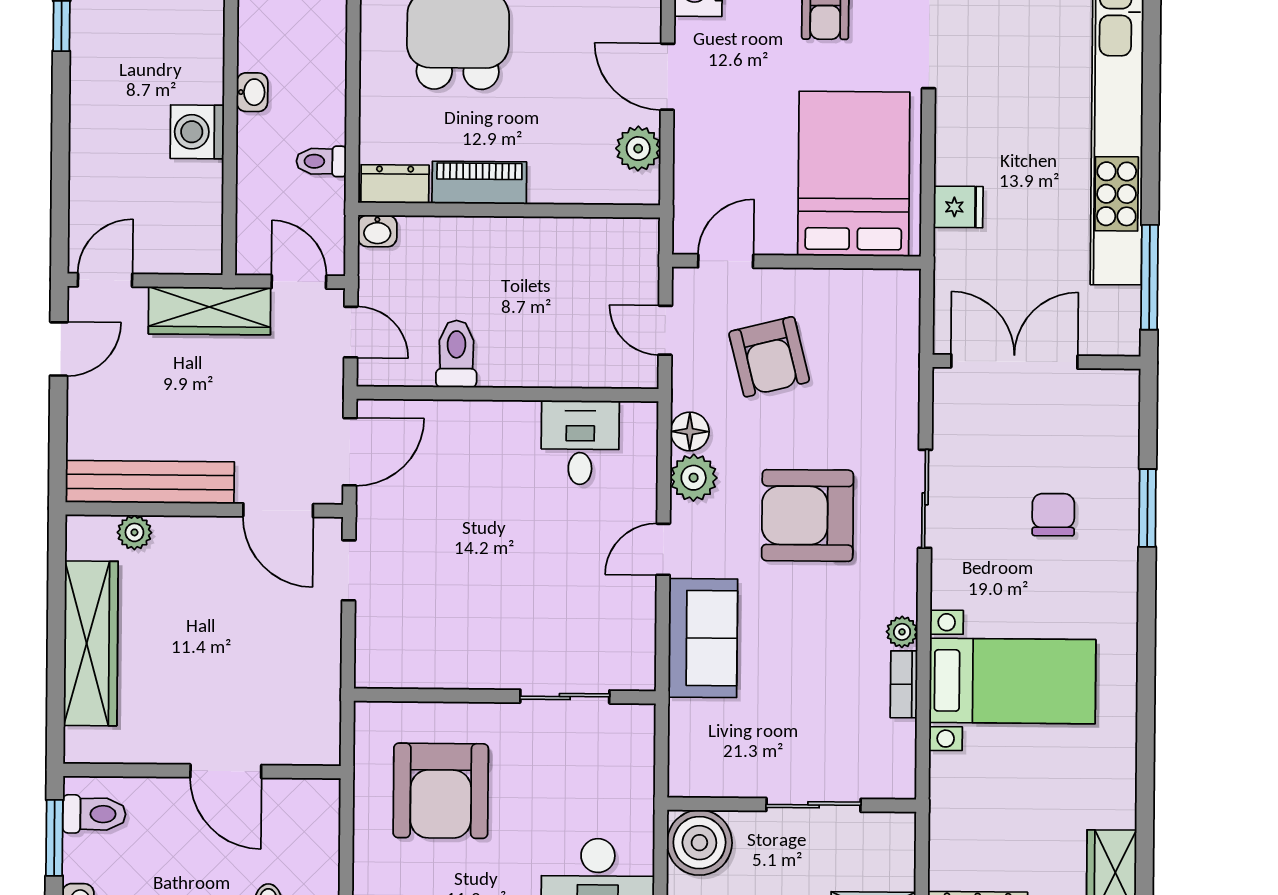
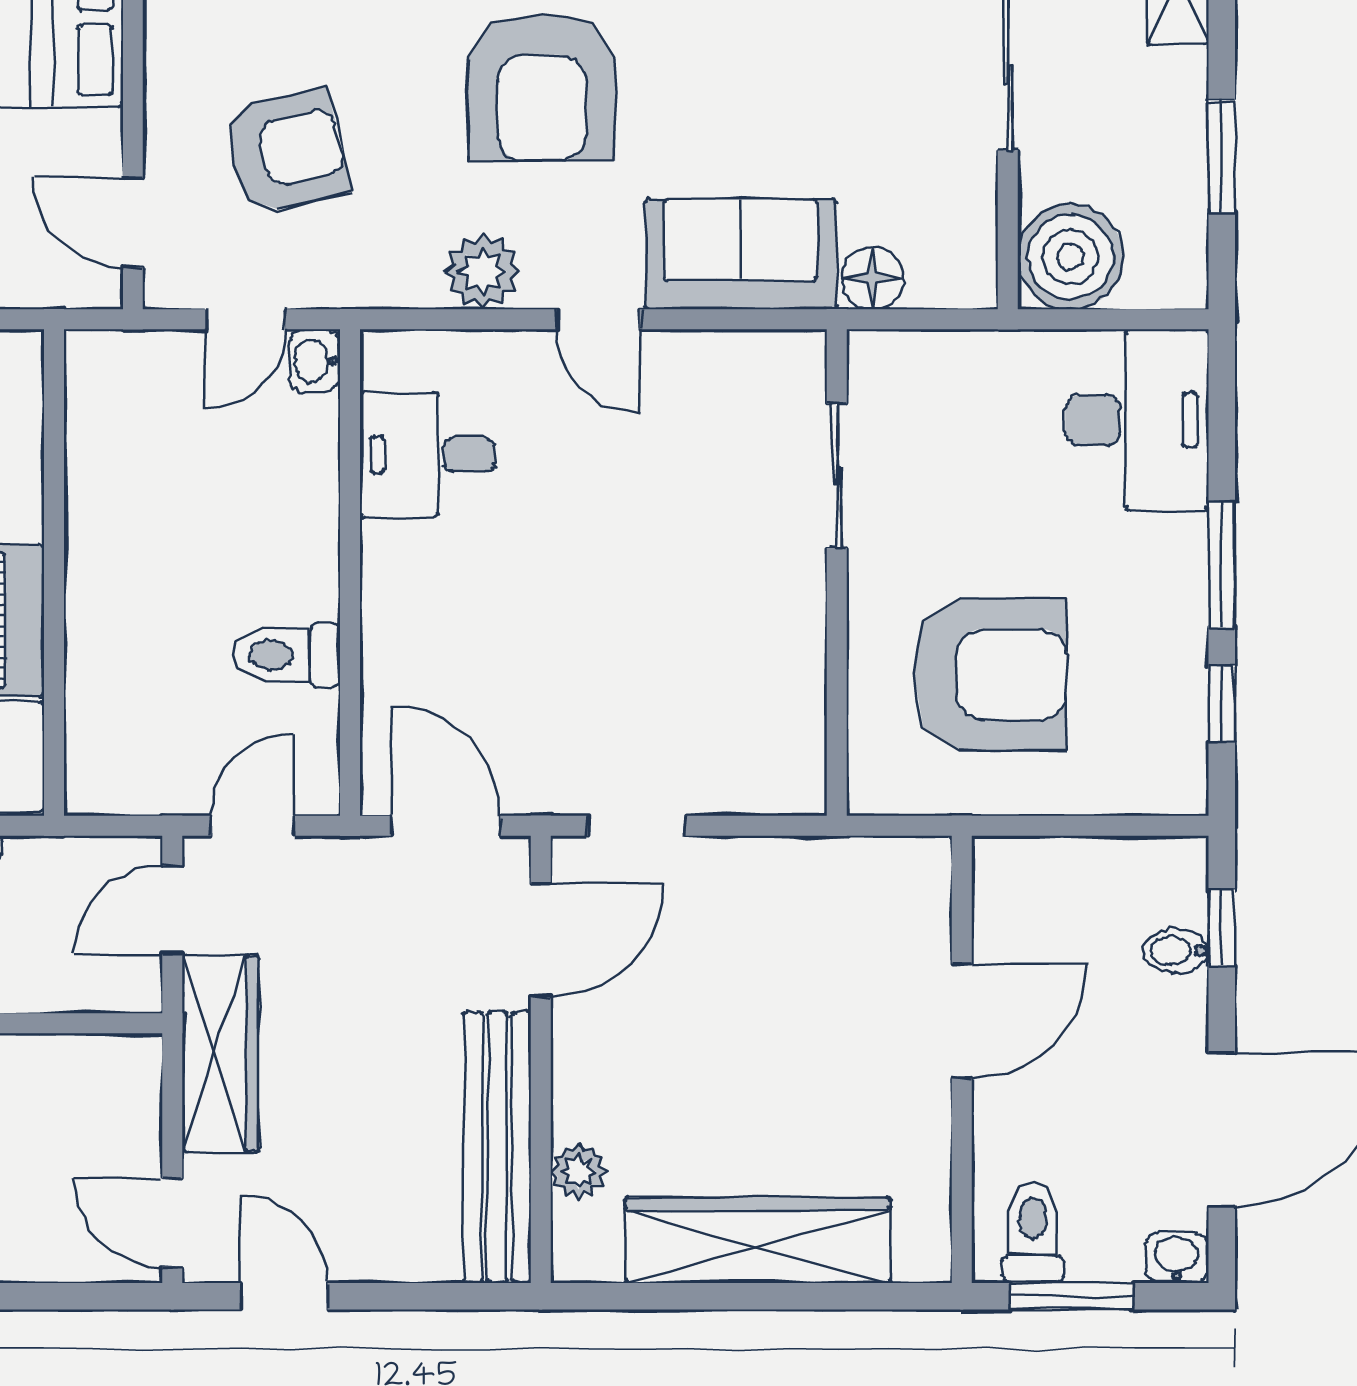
washbasin: (377, 231) -> (315, 361), moved, turned 180
floor lamp: (690, 432) -> (873, 278), moved

